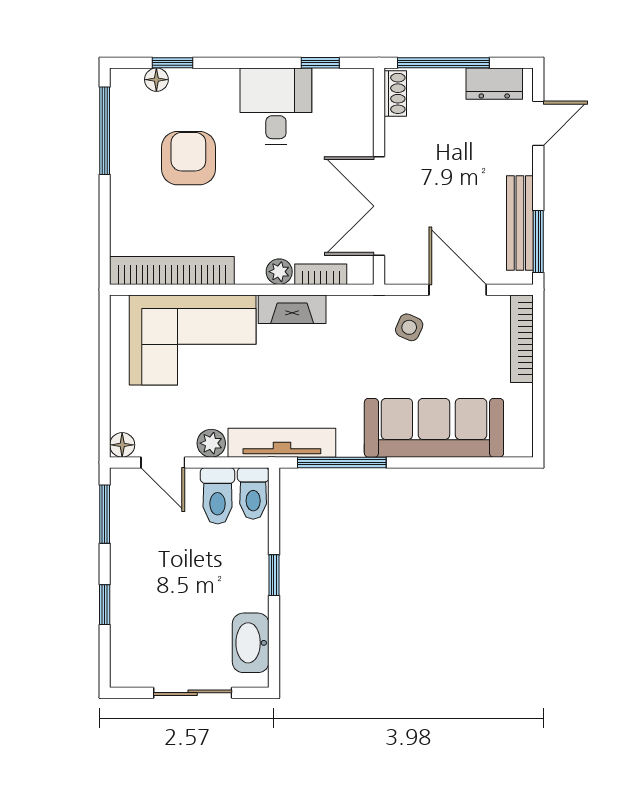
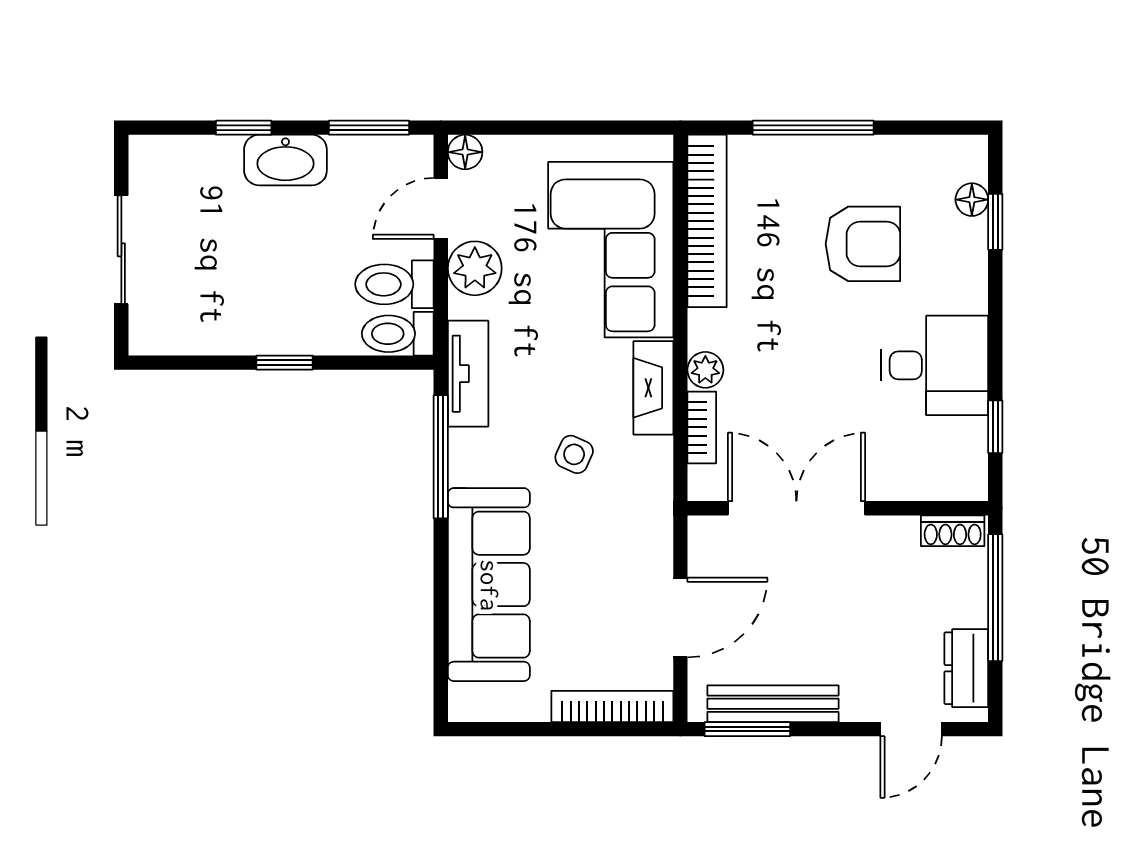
door: (538, 123) -> (911, 729), hinge flipped
window: (105, 131) -> (813, 128), moved
side table: (409, 327) -> (574, 454), moved
plant: (211, 443) -> (475, 268), width x1.38, depth x1.38
tv unit: (282, 443) -> (468, 374), width x0.71
washbasin: (251, 643) -> (285, 160), moved, turned 180

